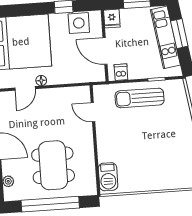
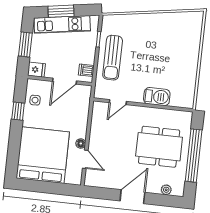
side table: (79, 23) -> (35, 100), width x0.54, depth x0.54
barbecue: (108, 177) -> (157, 97), moved

